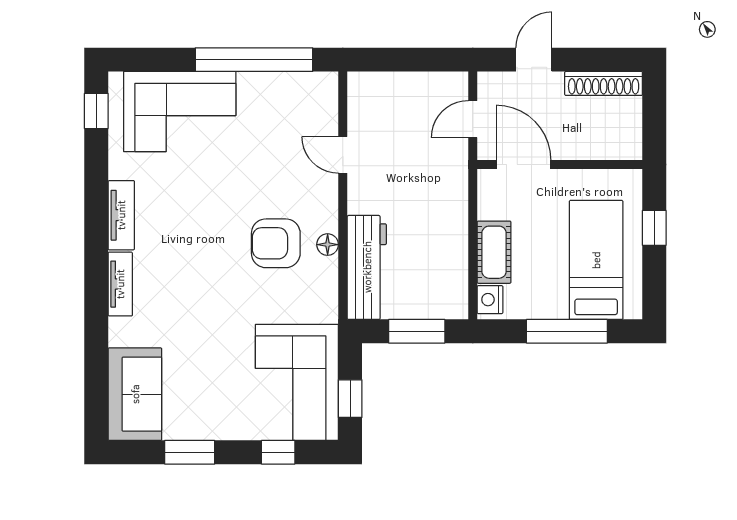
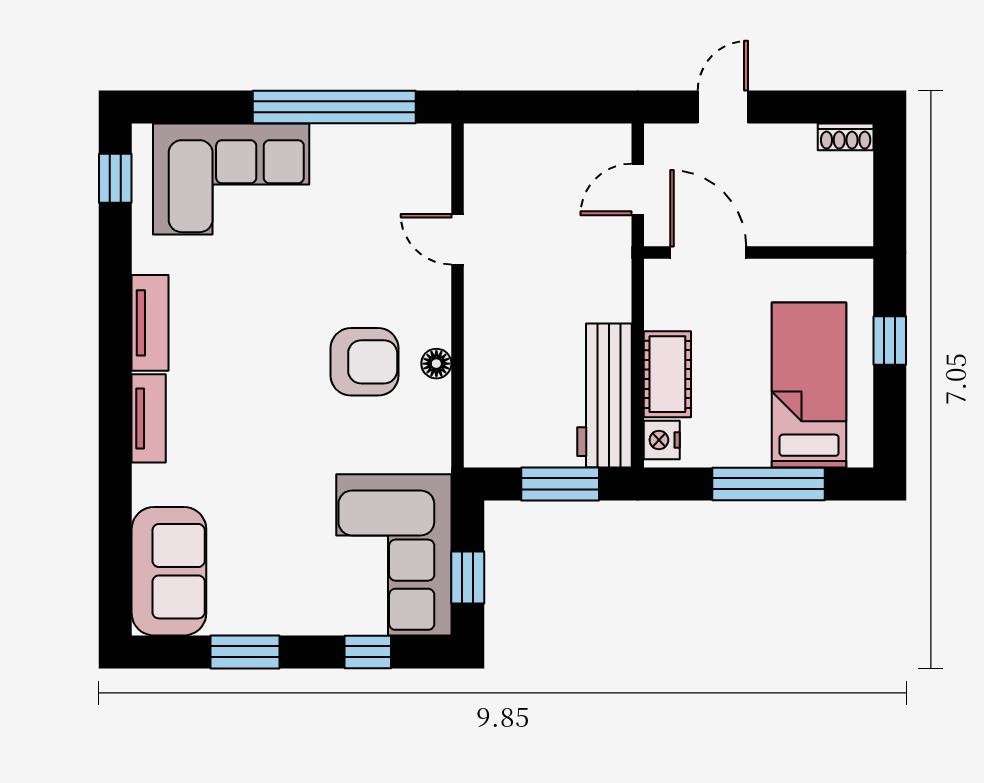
shoe rack: (604, 83) -> (846, 137), width x0.51, depth x0.81
armchair: (276, 243) -> (365, 362), turned 180
workbench: (367, 267) -> (605, 395), moved, turned 180

